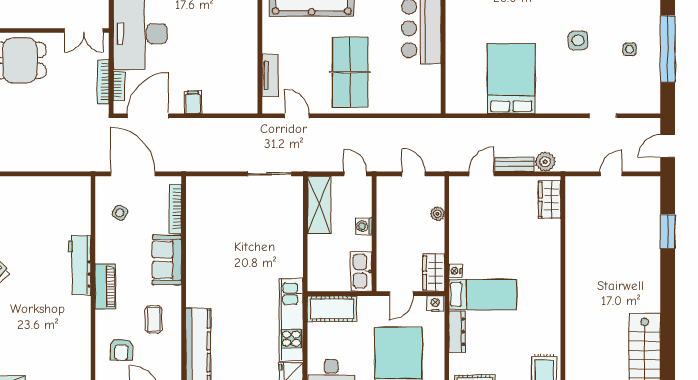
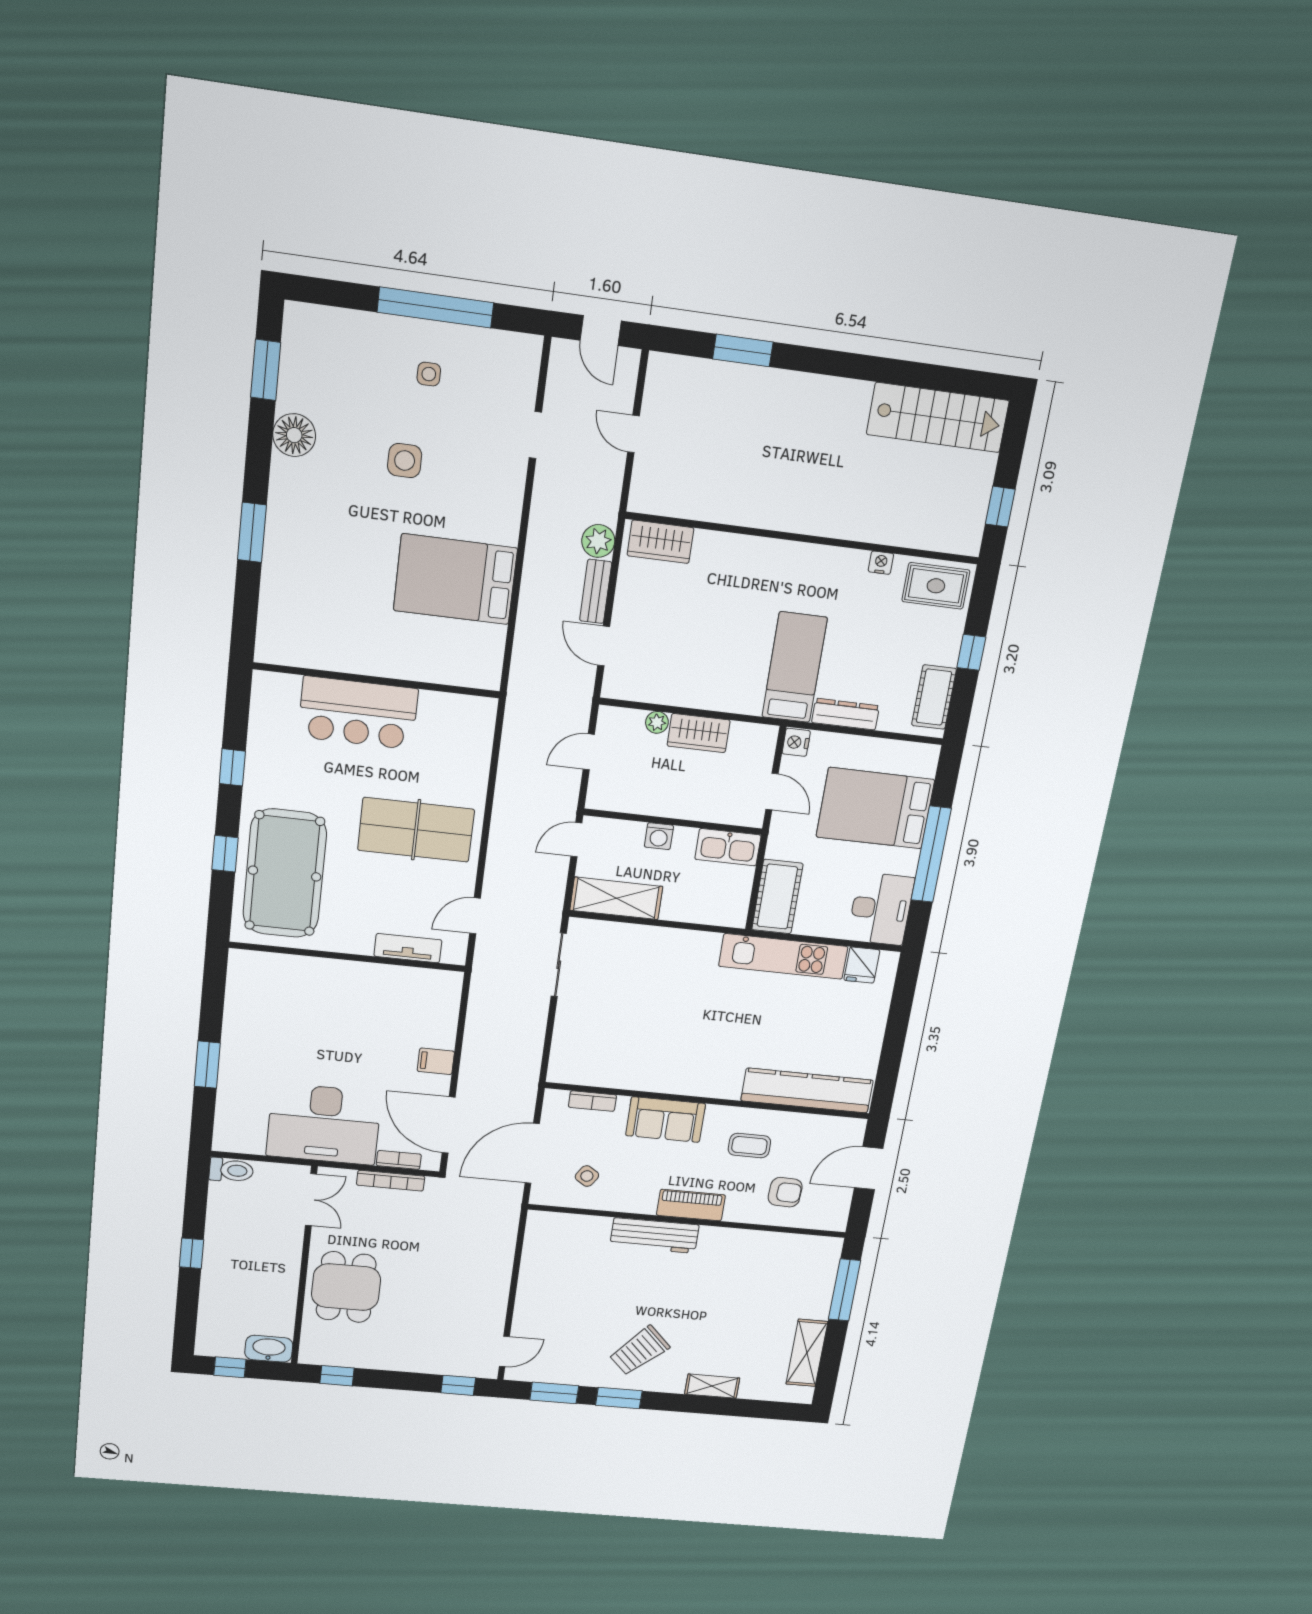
bookcase: (175, 209) -> (592, 1101), width x0.64
nightstand: (455, 271) -> (881, 563), moved, turned 180
wardrobe: (434, 273) -> (699, 733), moved

